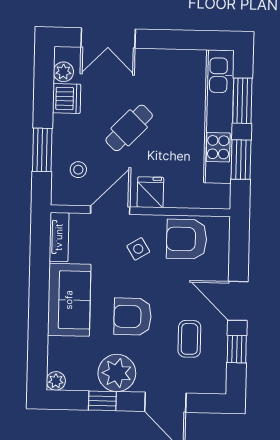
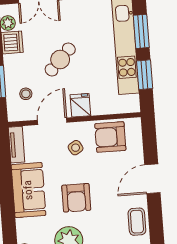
door: (238, 301) -> (152, 179), hinge flipped
armchair: (133, 317) -> (76, 198), turned -90
coffee table: (189, 339) -> (137, 222), moved
window: (237, 349) -> (155, 214), removed

